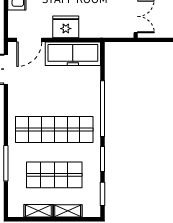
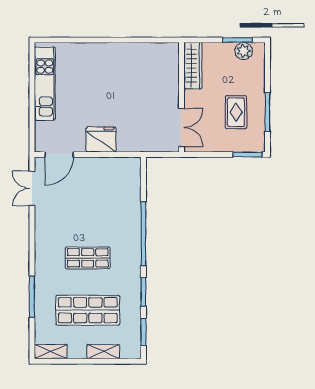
freezer: (73, 54) -> (109, 171), removed
shop shelf: (54, 130) -> (88, 258), width x0.50, depth x0.74
shelving: (38, 211) -> (51, 352), moved

